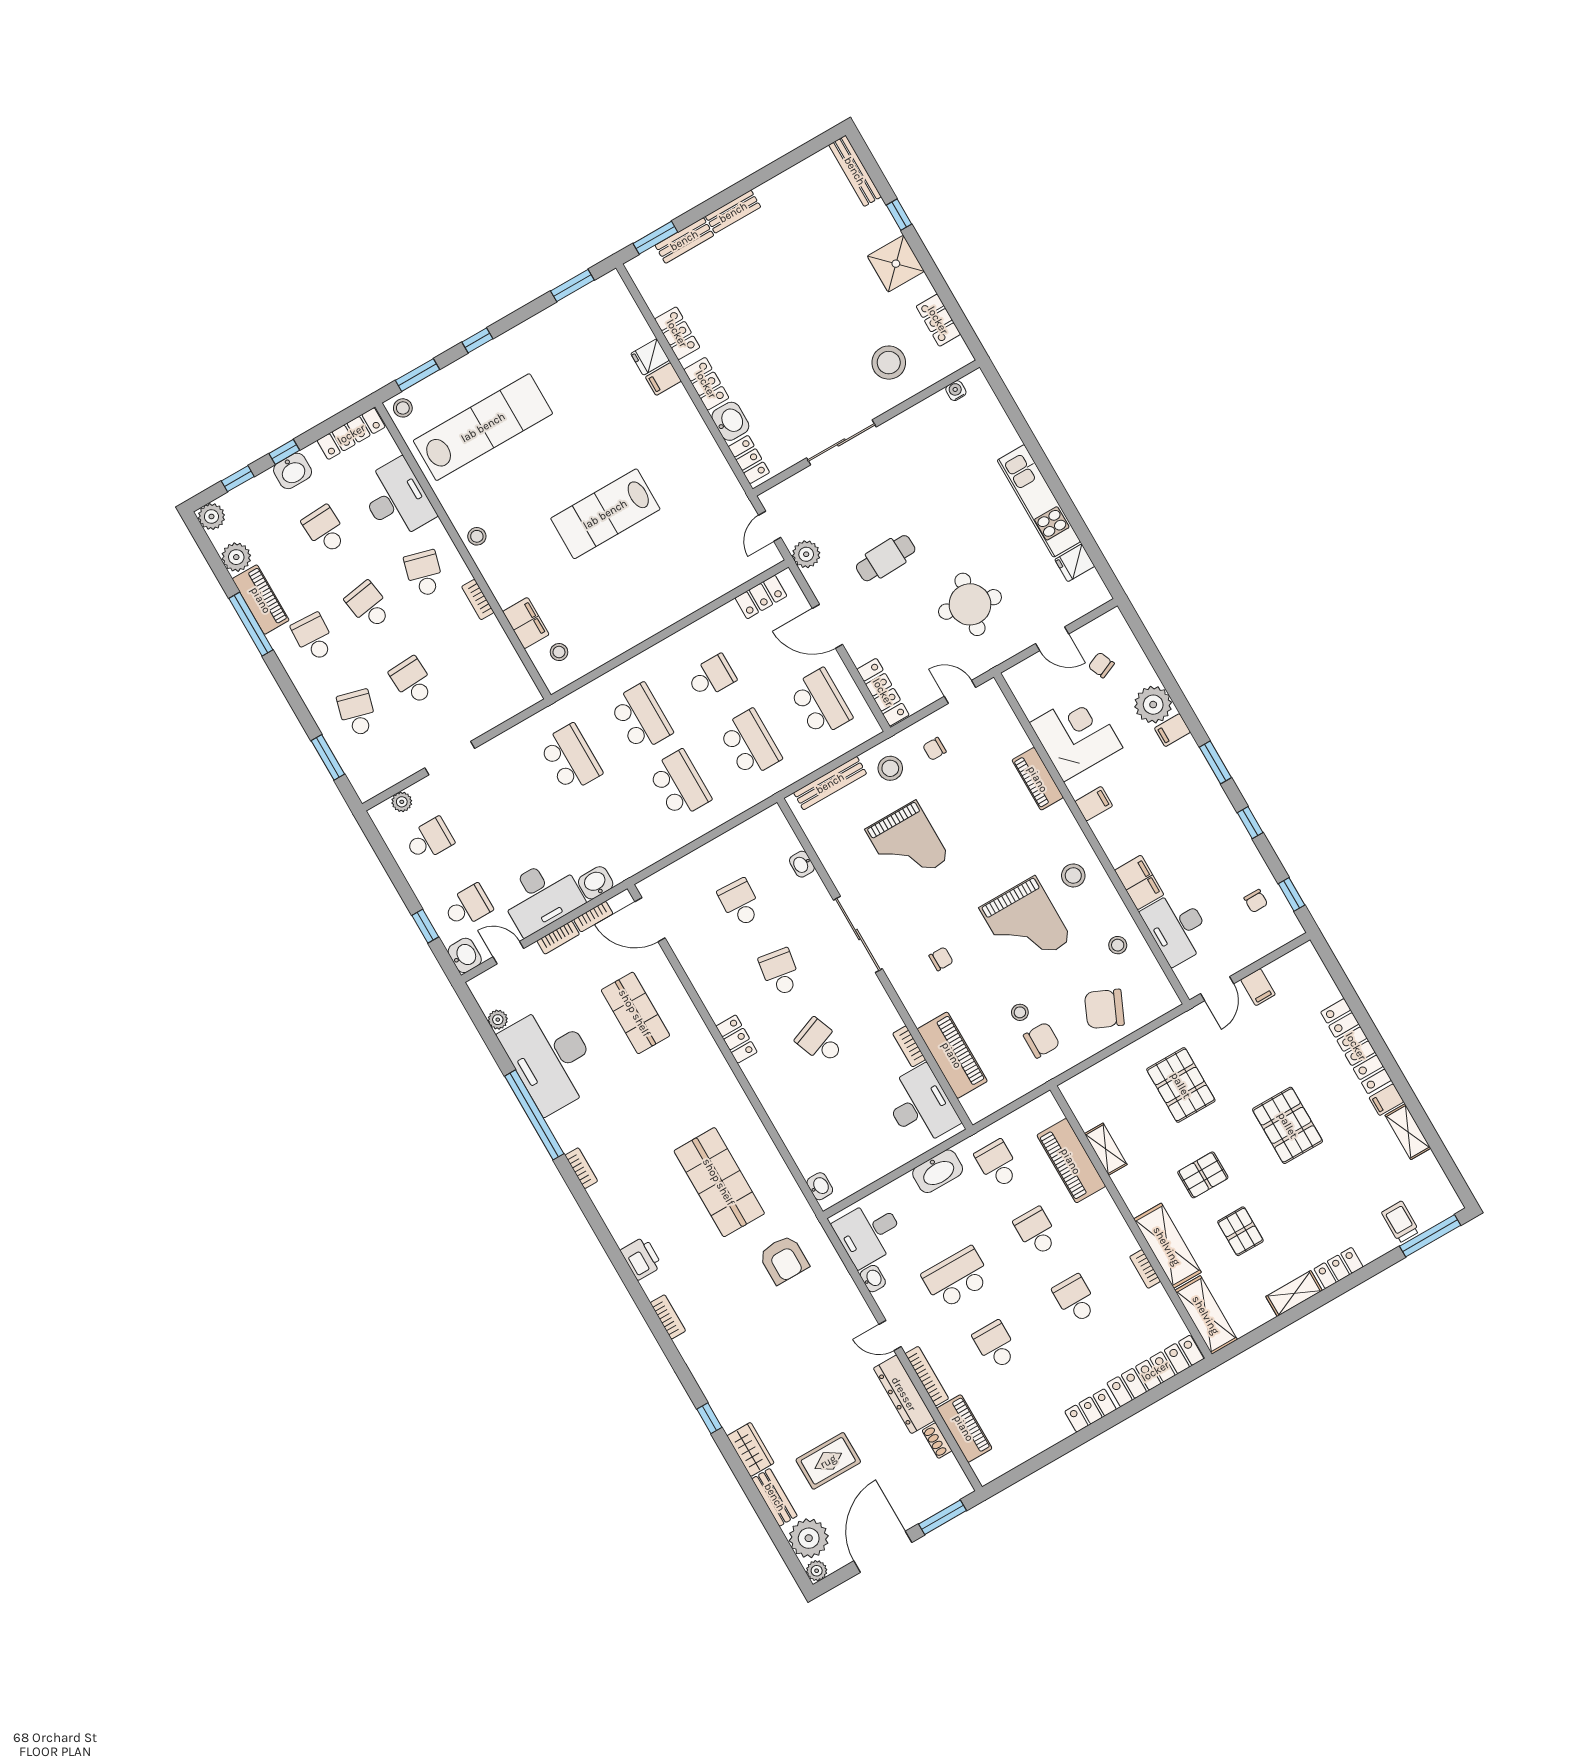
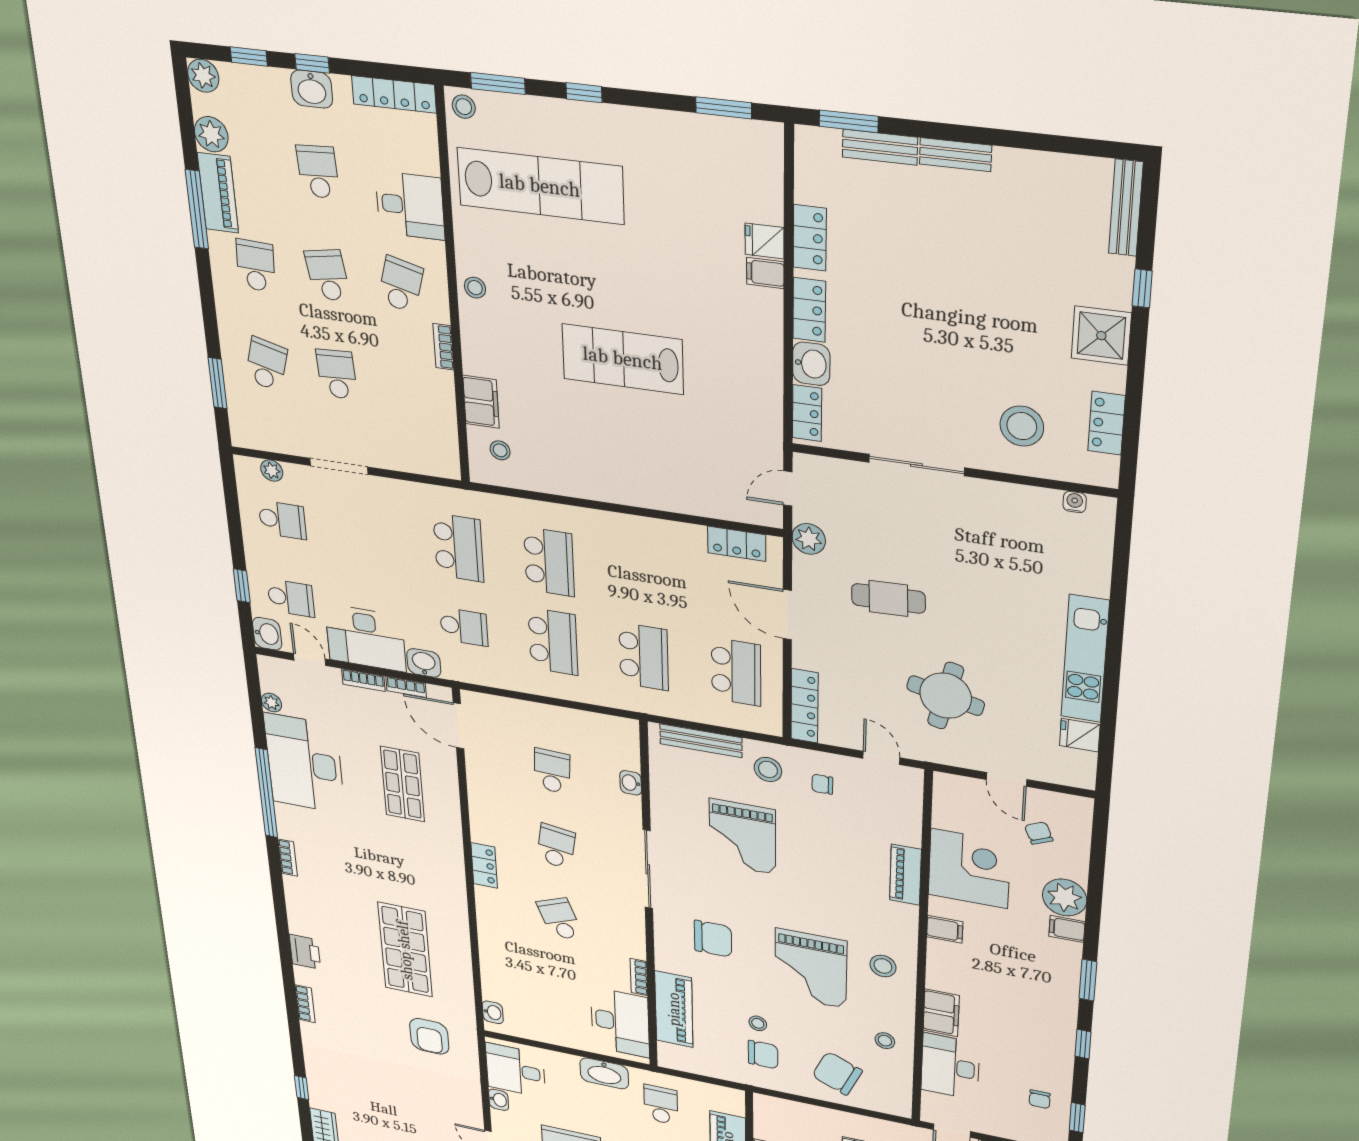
desk: (397, 499) -> (410, 206), width x0.73
school desk: (711, 677) -> (464, 627), moved
chair: (941, 959) -> (713, 939), width x1.87, depth x1.87

